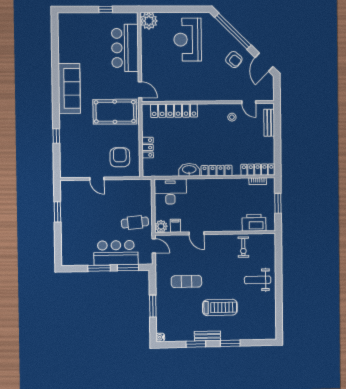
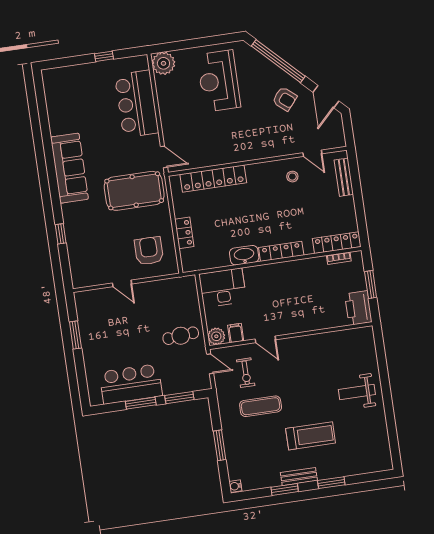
printer: (254, 223) -> (358, 308), moved, turned -90
exercise bike: (243, 247) -> (246, 373), moved
bar counter: (116, 253) -> (131, 384), moved

